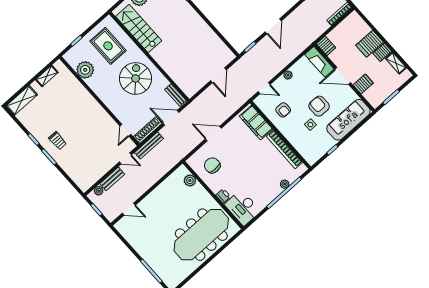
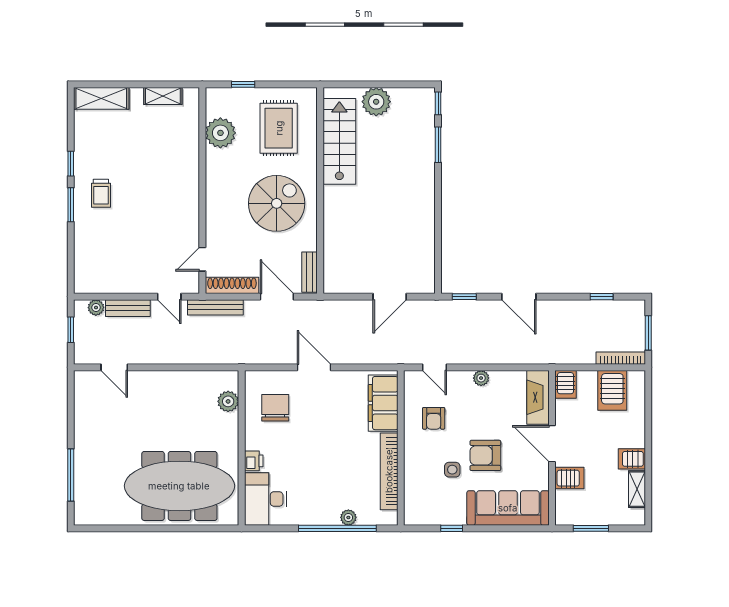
door: (273, 26) -> (519, 297), hinge flipped
server rack: (370, 44) -> (612, 390), moved, turned -90
armchair: (319, 106) -> (485, 455), turned -90

